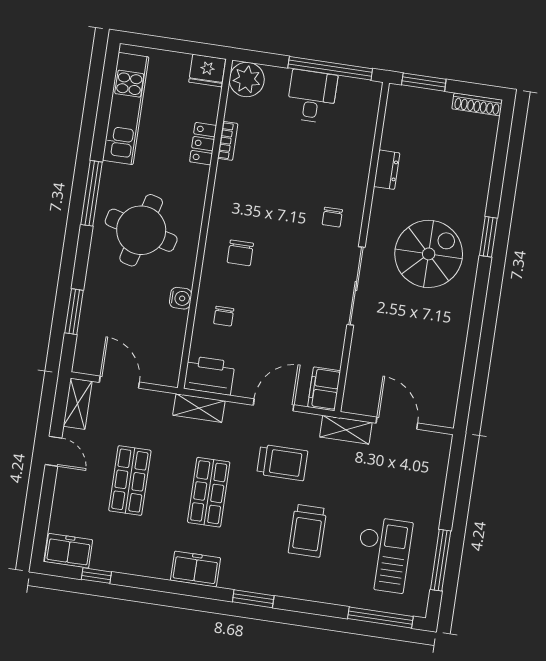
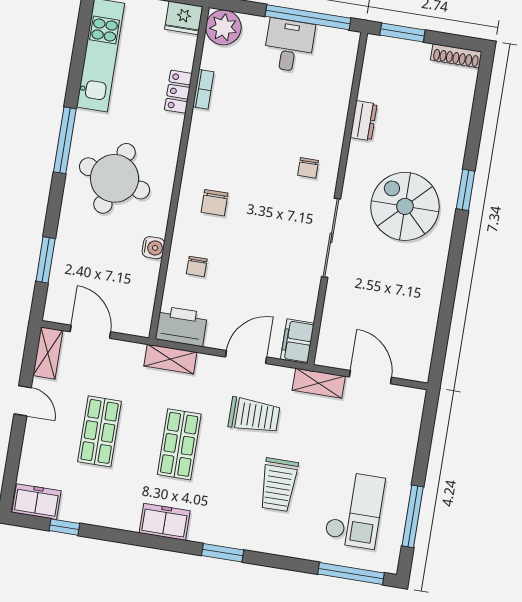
spiral stairs: (429, 254) -> (405, 206), turned -90

